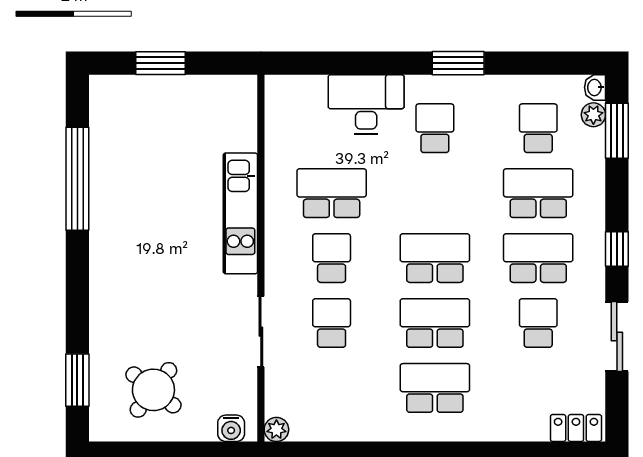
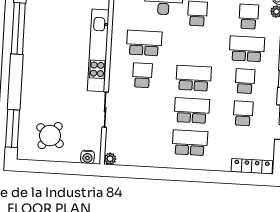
kitchen unit: (240, 213) -> (98, 50), width x1.36
school desk: (538, 258) -> (245, 81), width x0.54
school desk: (332, 323) -> (140, 107), removed
window: (77, 380) -> (13, 129), width x1.44
locker: (576, 428) -> (252, 166), width x1.53

